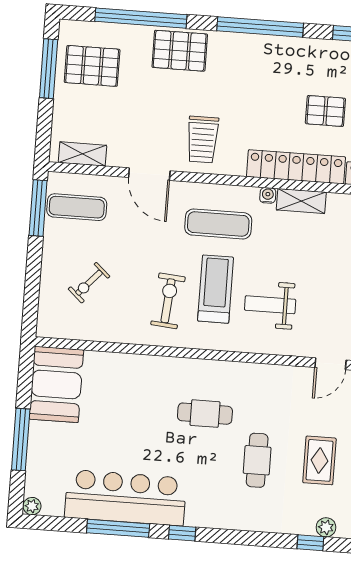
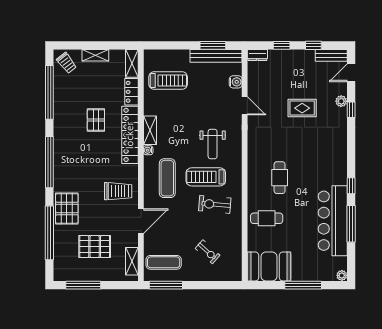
pallet: (92, 66) -> (95, 247), moved, turned 90
exercise mat: (77, 207) -> (164, 262), turned 90
cafe table: (257, 460) -> (267, 218), moved

